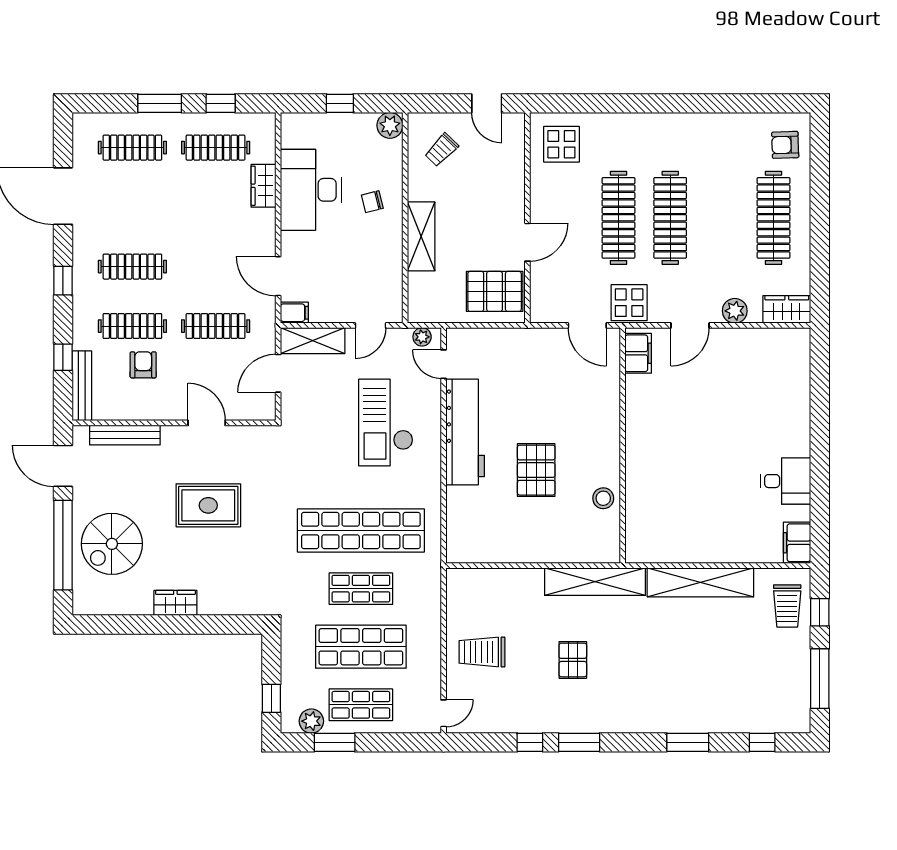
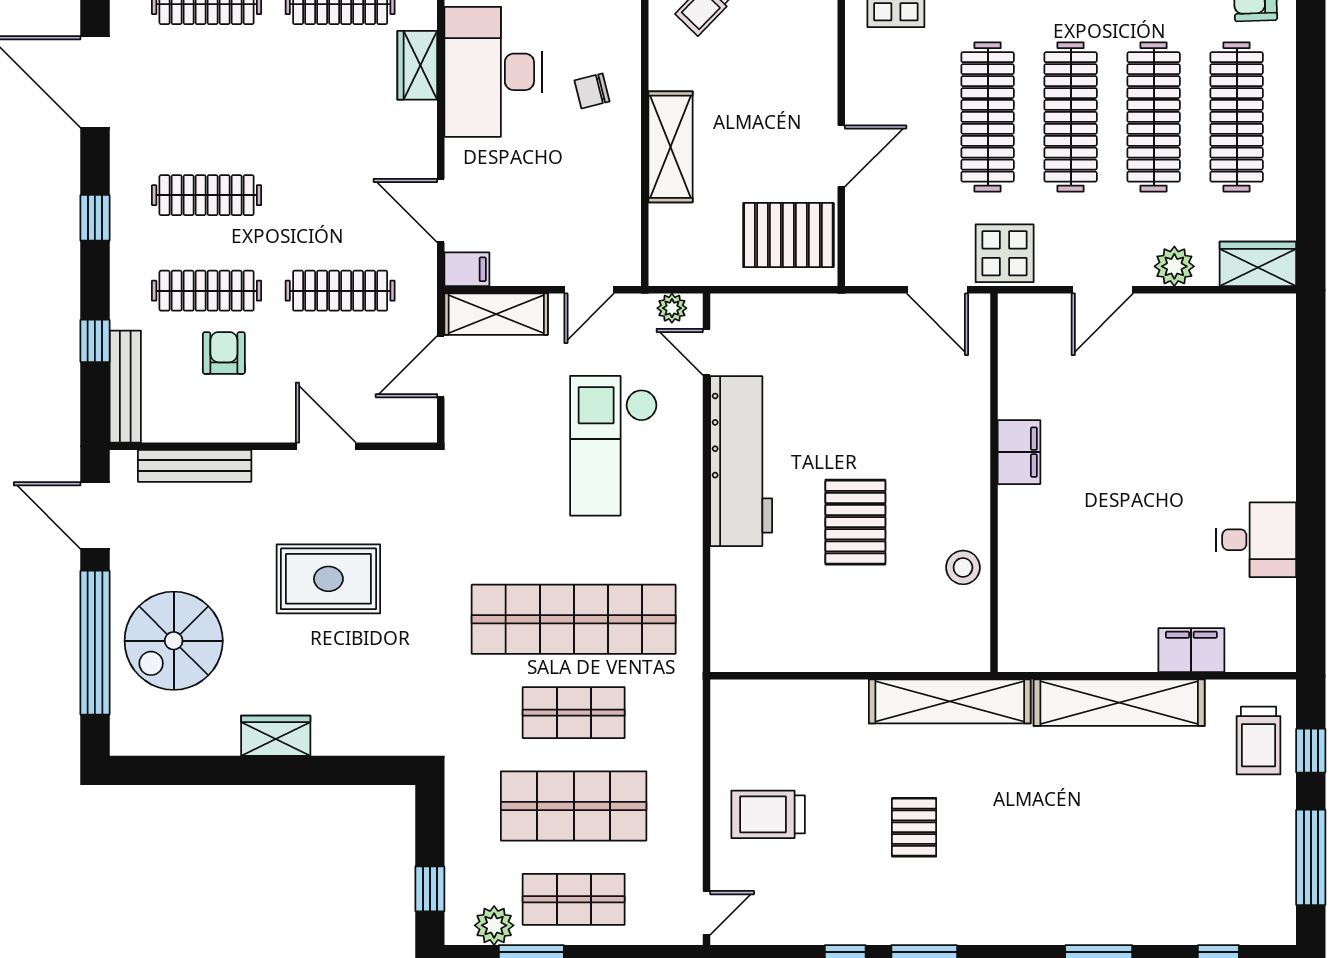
clothes rail: (722, 218) -> (1154, 117), added
filing cabinet: (638, 353) -> (1019, 452), moved
filing cabinet: (797, 543) -> (1191, 650), moved, turned 90

